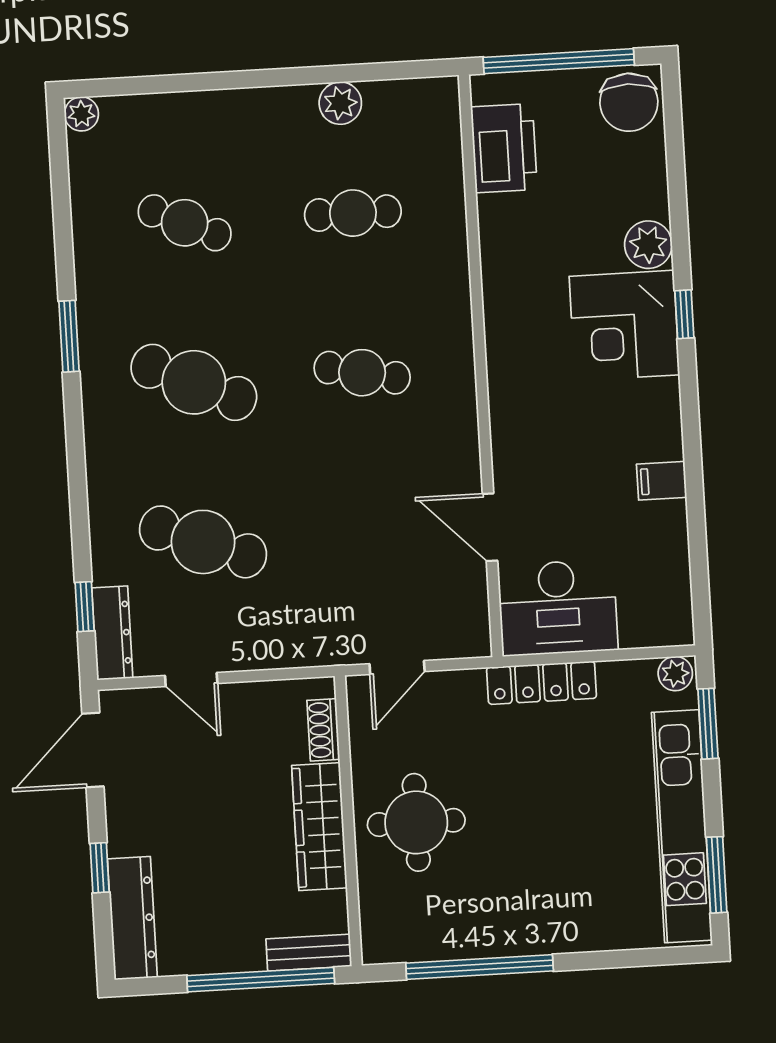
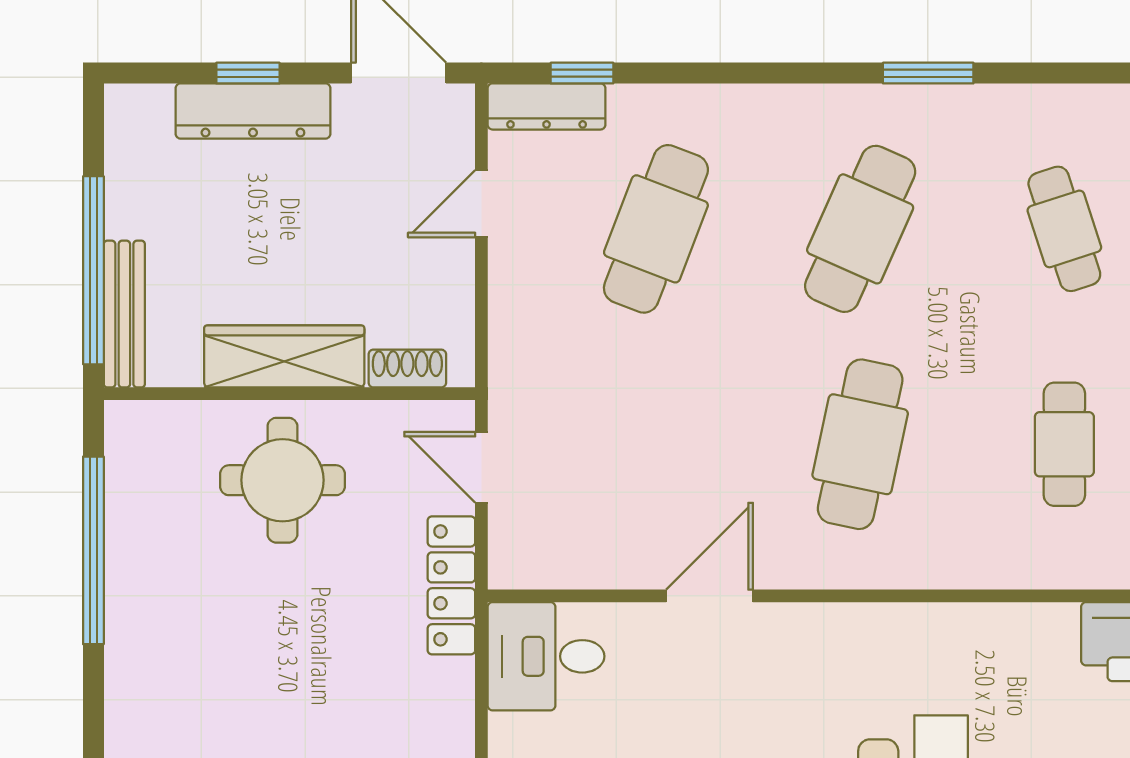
cafe table: (185, 223) -> (1064, 229), turned -42
cafe table: (362, 373) -> (860, 444), width x1.37, depth x1.35
door: (490, 527) -> (710, 596), moved
desk: (558, 608) -> (546, 656), width x0.73
locker: (541, 683) -> (451, 585), moved
dresser: (132, 918) -> (253, 111), moved
bench: (309, 953) -> (124, 314), width x1.36

